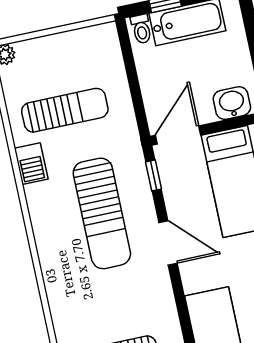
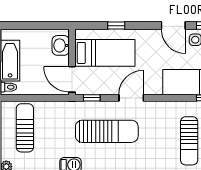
sun lounger: (65, 110) -> (25, 128), moved

